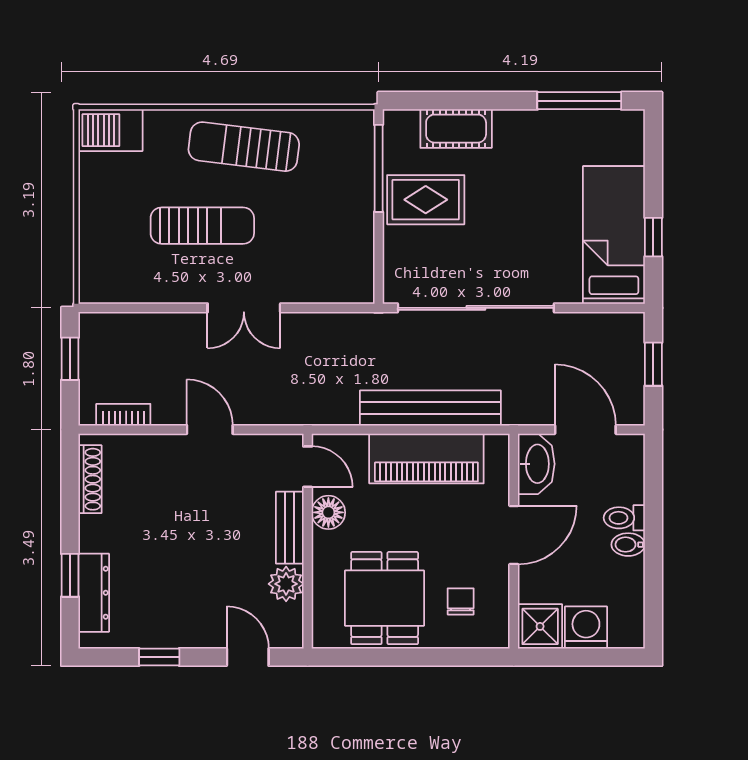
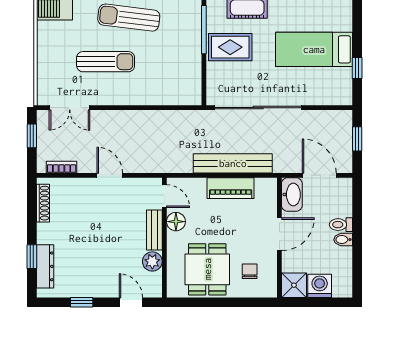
bed: (614, 235) -> (314, 49), moved, turned -90
double door: (244, 308) -> (70, 108), moved
piano: (426, 459) -> (231, 188), width x0.73, depth x0.75

